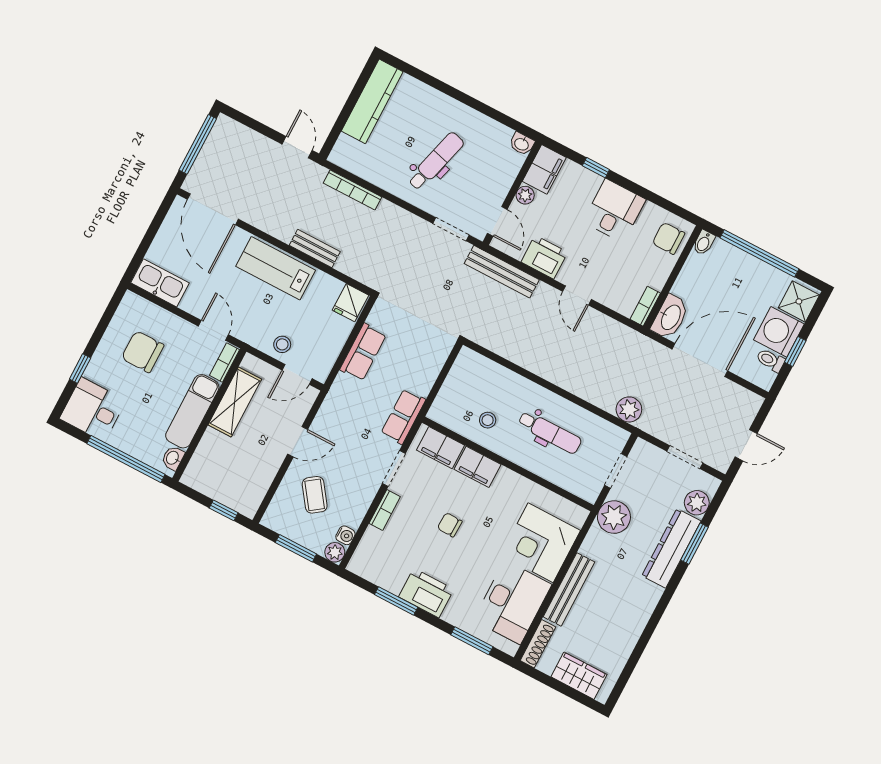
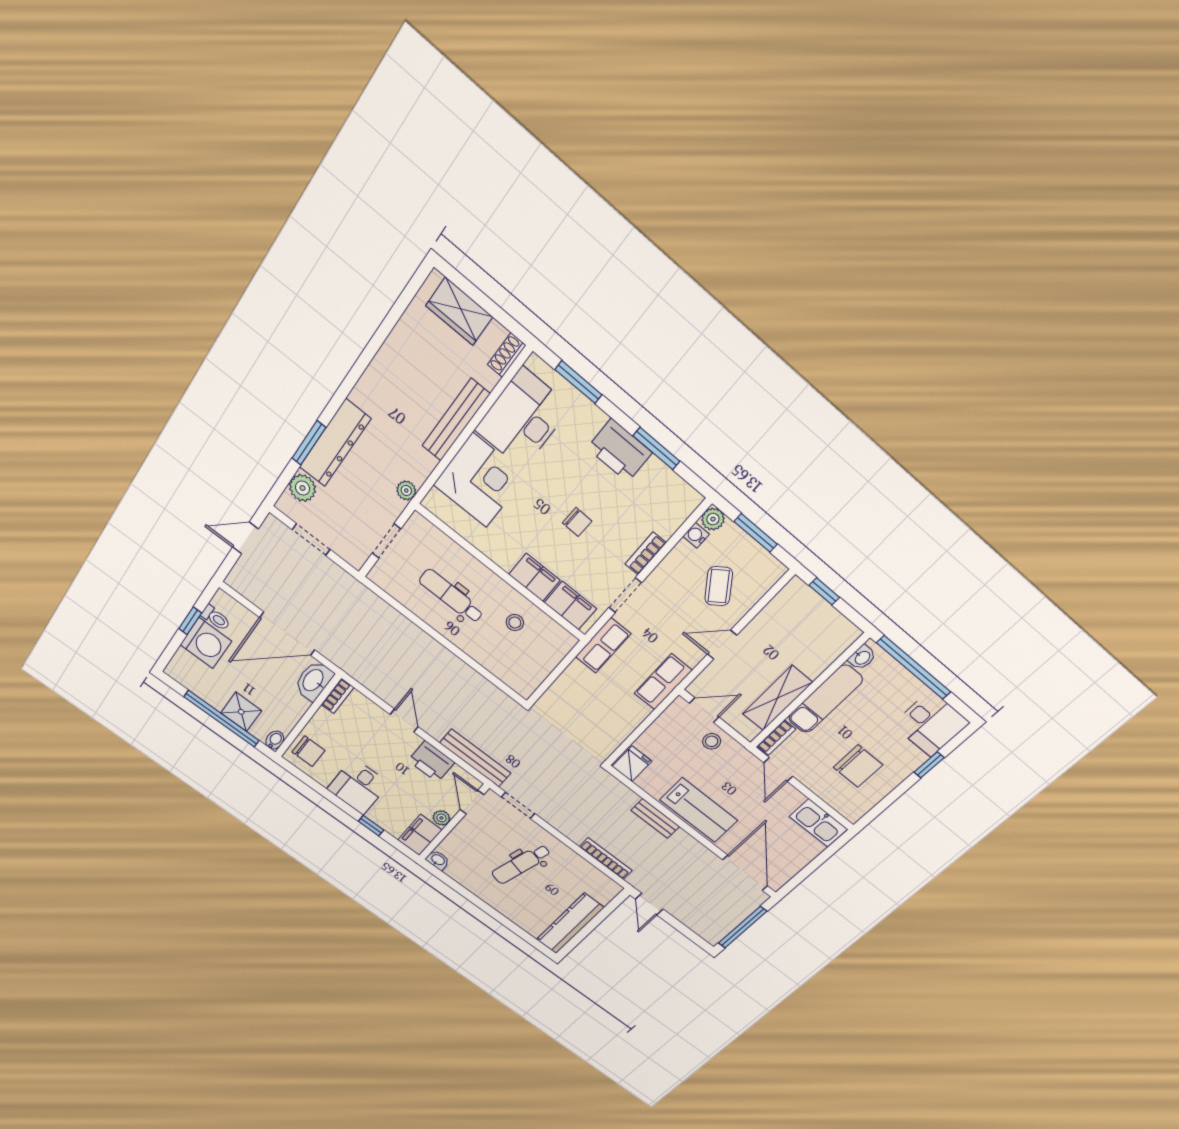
shower: (799, 301) -> (241, 712), moved
row of seats: (363, 352) -> (663, 682), moved
plant: (629, 409) -> (365, 601), removed
plant: (614, 517) -> (406, 491), width x0.53, depth x0.53
shoe rack: (538, 644) -> (507, 355), width x0.70

